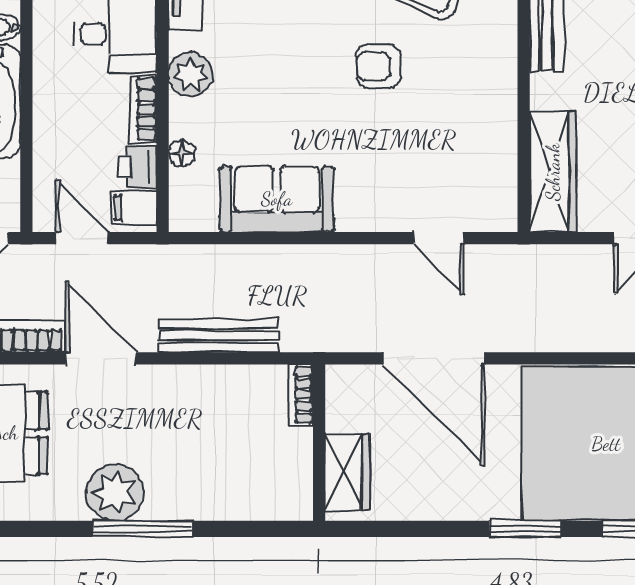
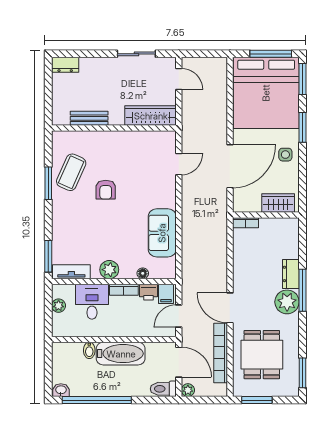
bench: (218, 336) -> (220, 258), removed
door: (101, 358) -> (230, 308), hinge flipped
side table: (461, 489) -> (285, 155), added
dresser: (180, 502) -> (291, 274), added

